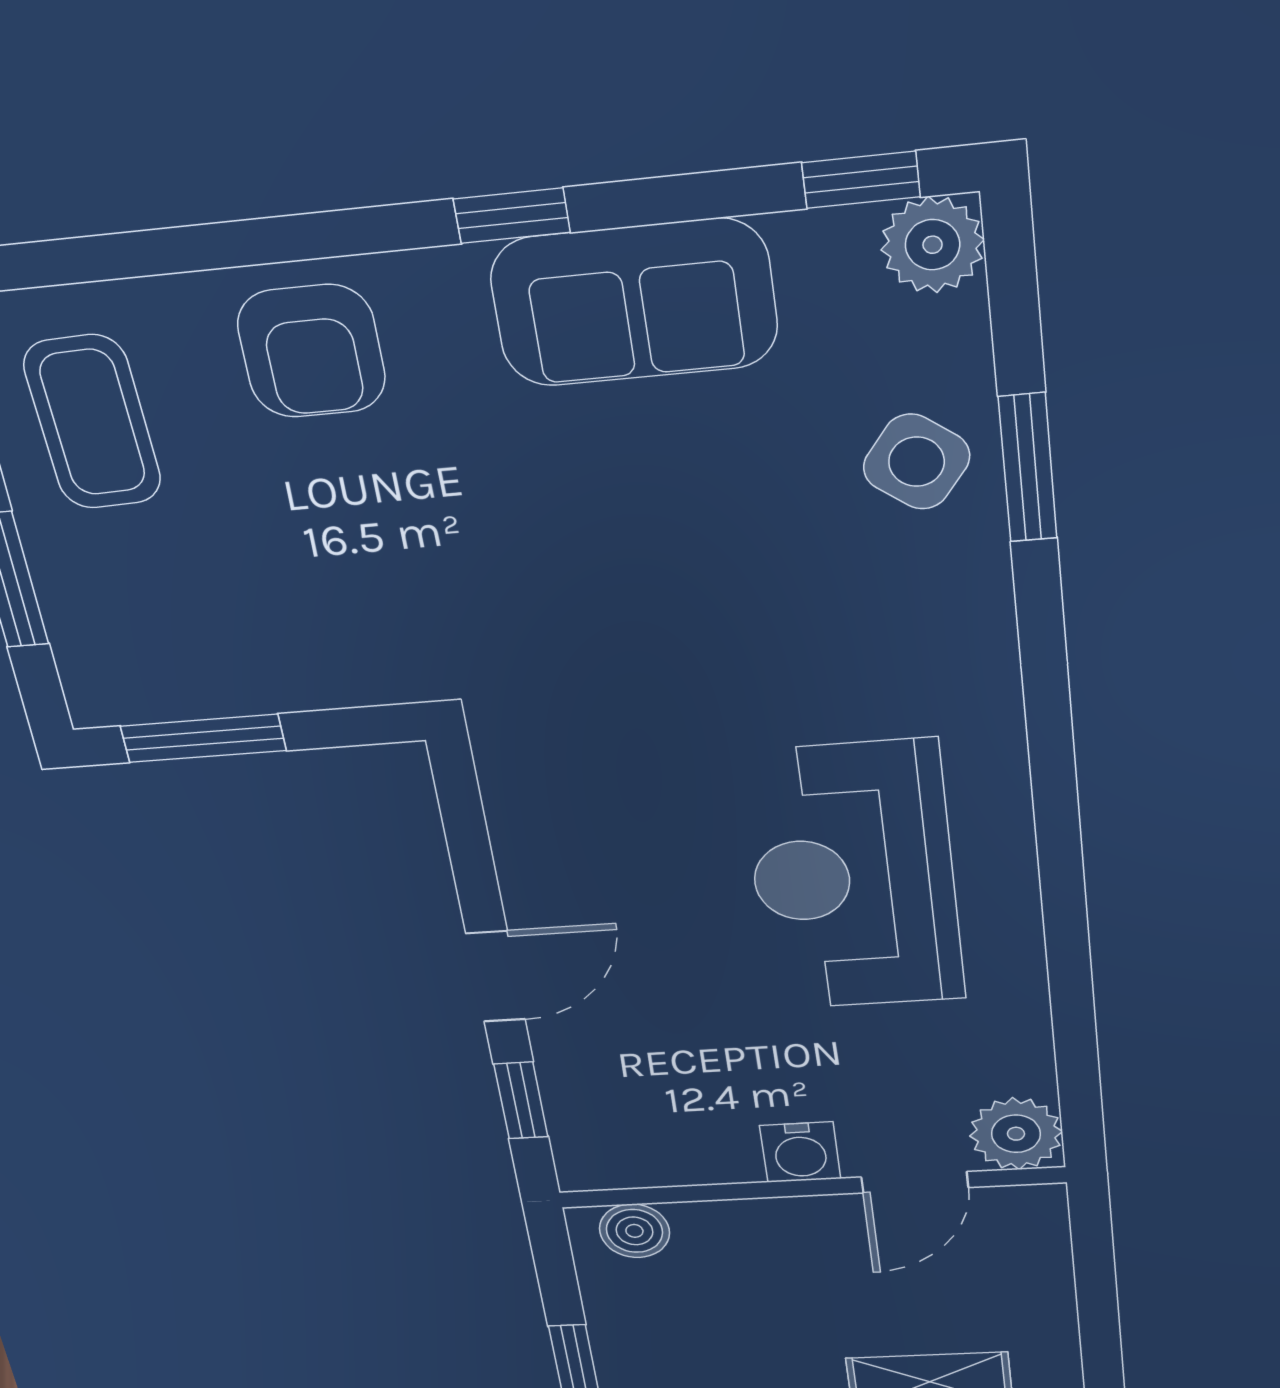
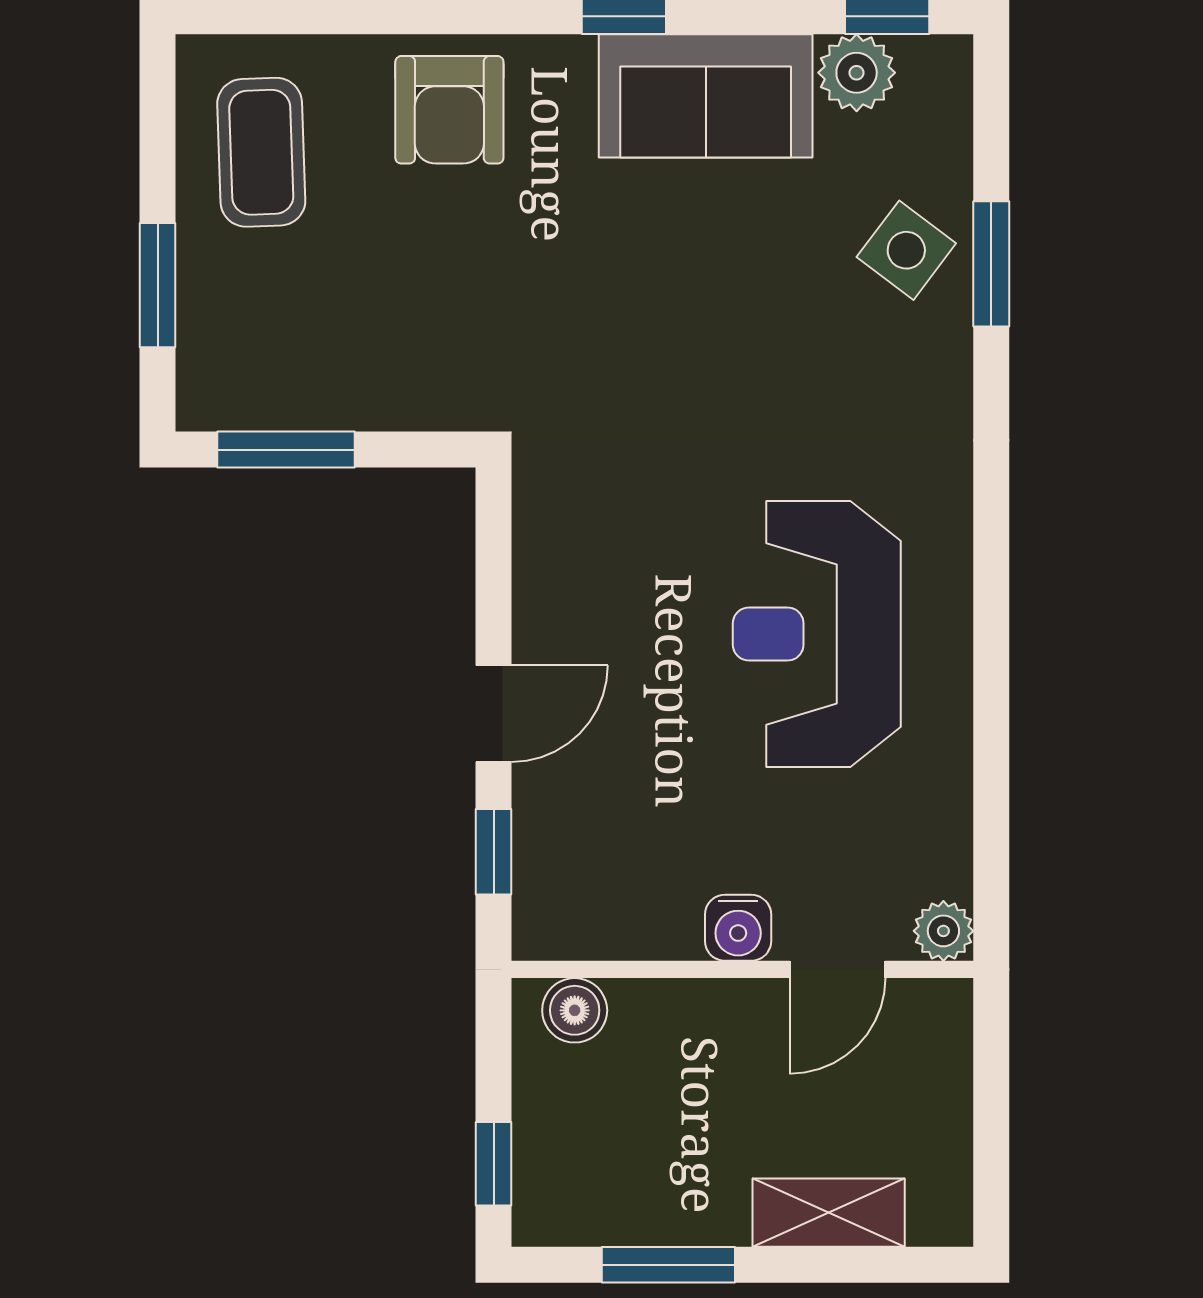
plant: (933, 245) -> (857, 73), moved
plant: (1016, 1134) -> (943, 931), width x0.73, depth x0.73

